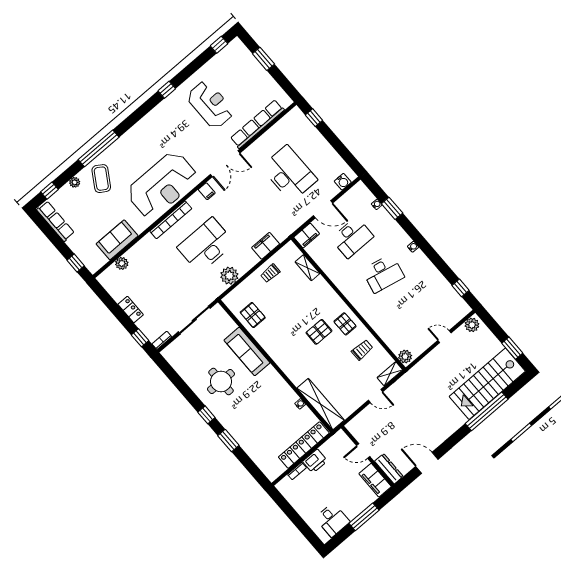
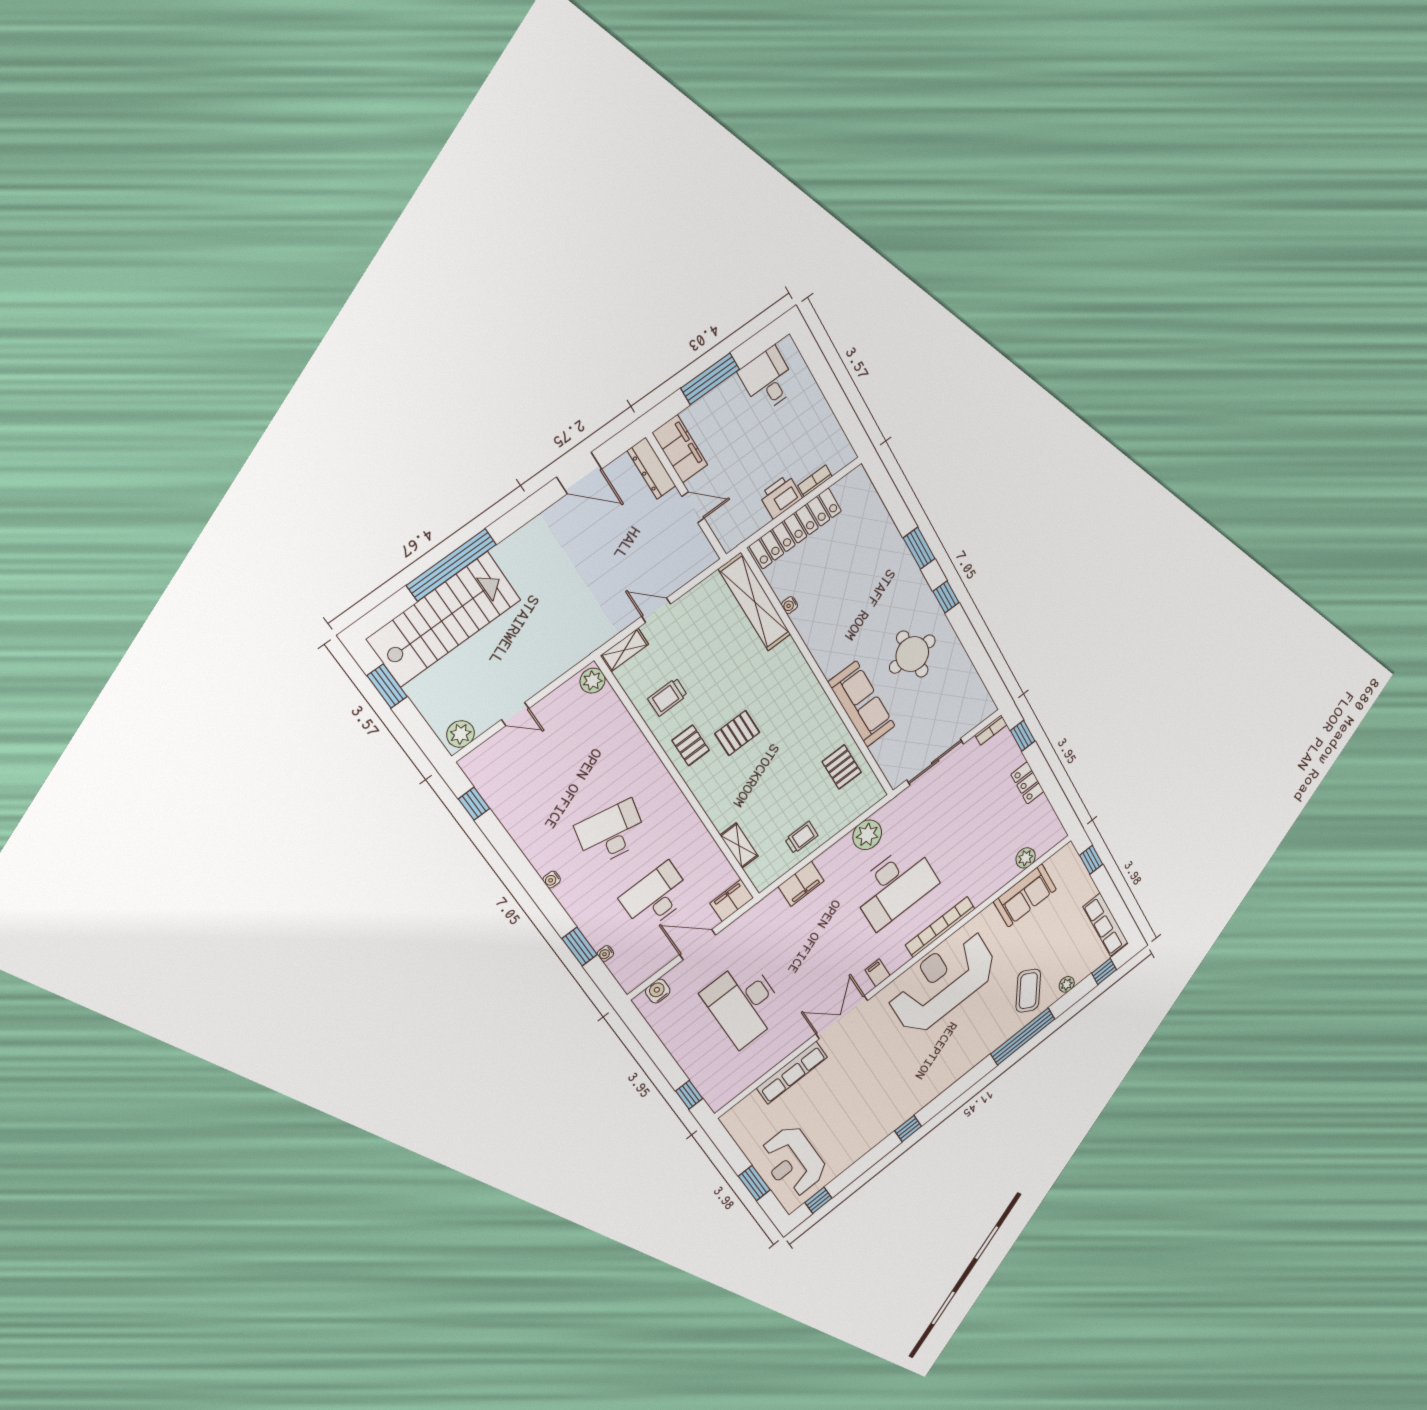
reception desk: (210, 104) -> (793, 1162), moved
row of seats: (257, 124) -> (792, 1073), width x0.73

